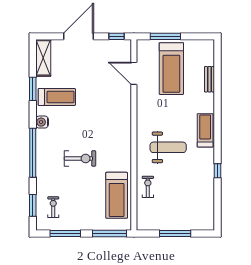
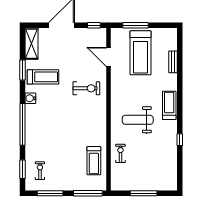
weight bench: (168, 147) -> (138, 120), turned 180
exercise bike: (80, 158) -> (86, 88), moved
treadmill: (117, 195) -> (94, 161), width x0.73, depth x0.73

